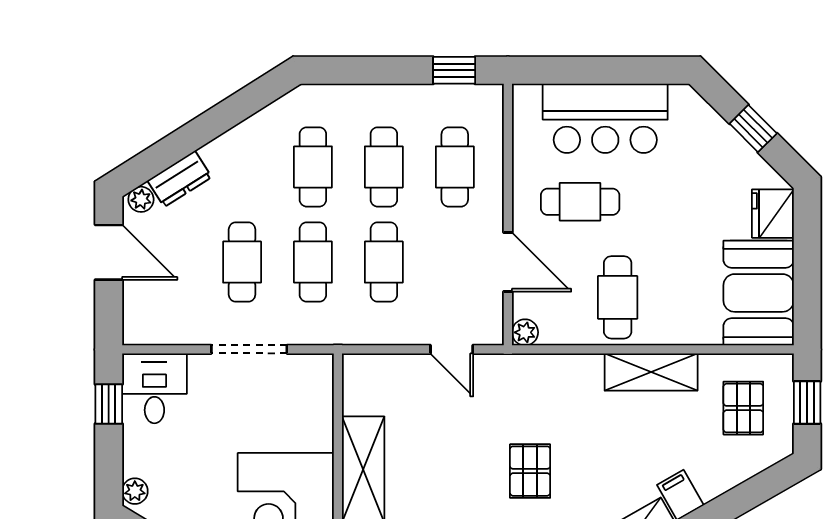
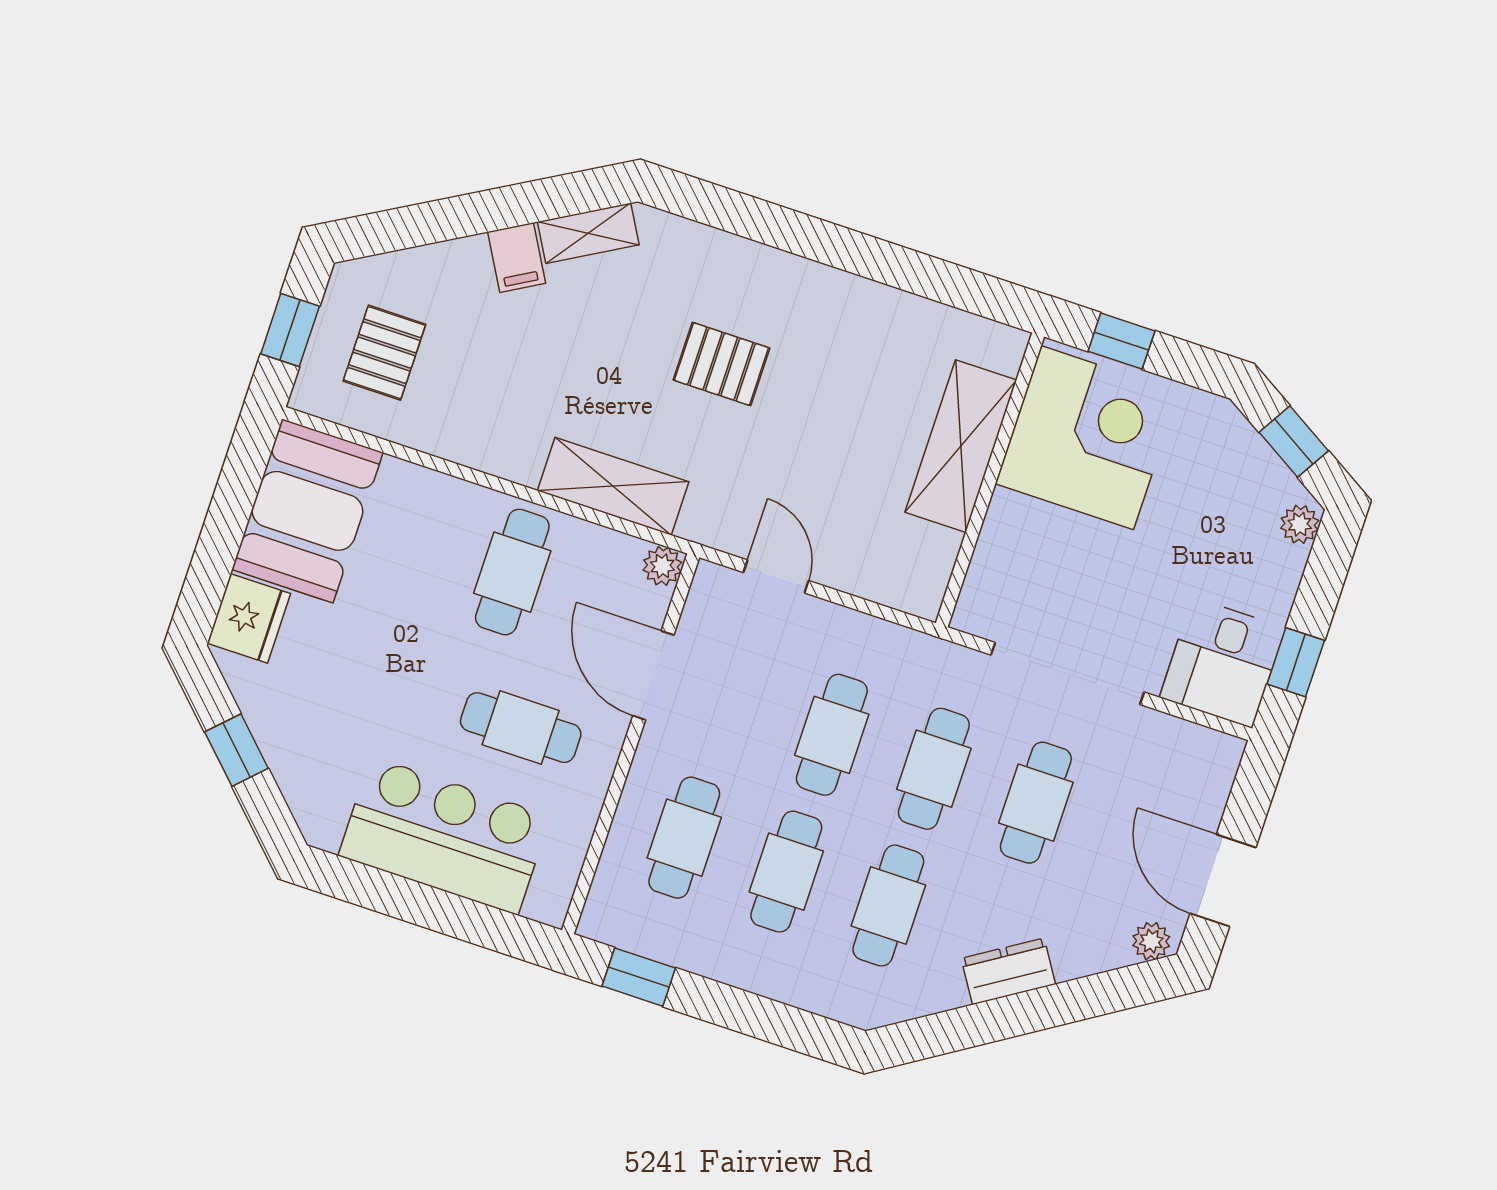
dresser: (179, 179) -> (1008, 971), moved
doorway: (249, 349) -> (1067, 673), width x1.36
shelving: (651, 372) -> (613, 486), moved
pallet: (530, 471) -> (721, 364), turned 90

